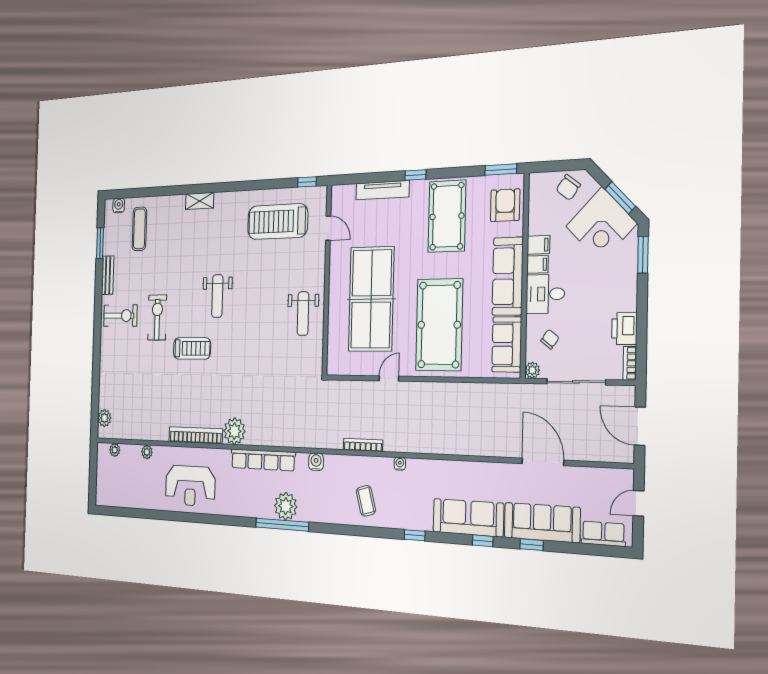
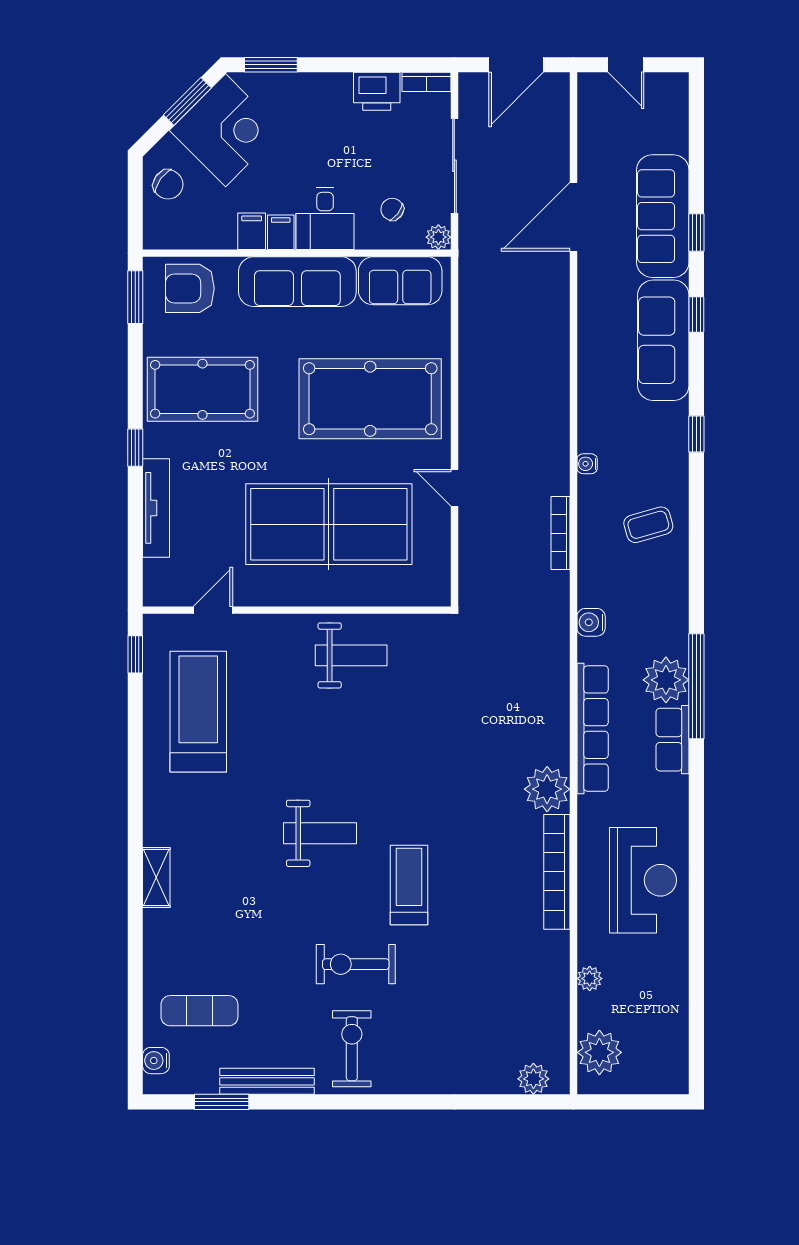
treadmill: (278, 222) -> (198, 712), turned 180
bench: (108, 275) -> (267, 1081), width x1.36
plant: (115, 450) -> (599, 1052), width x1.88, depth x1.88
row of seats: (603, 534) -> (673, 740), moved

